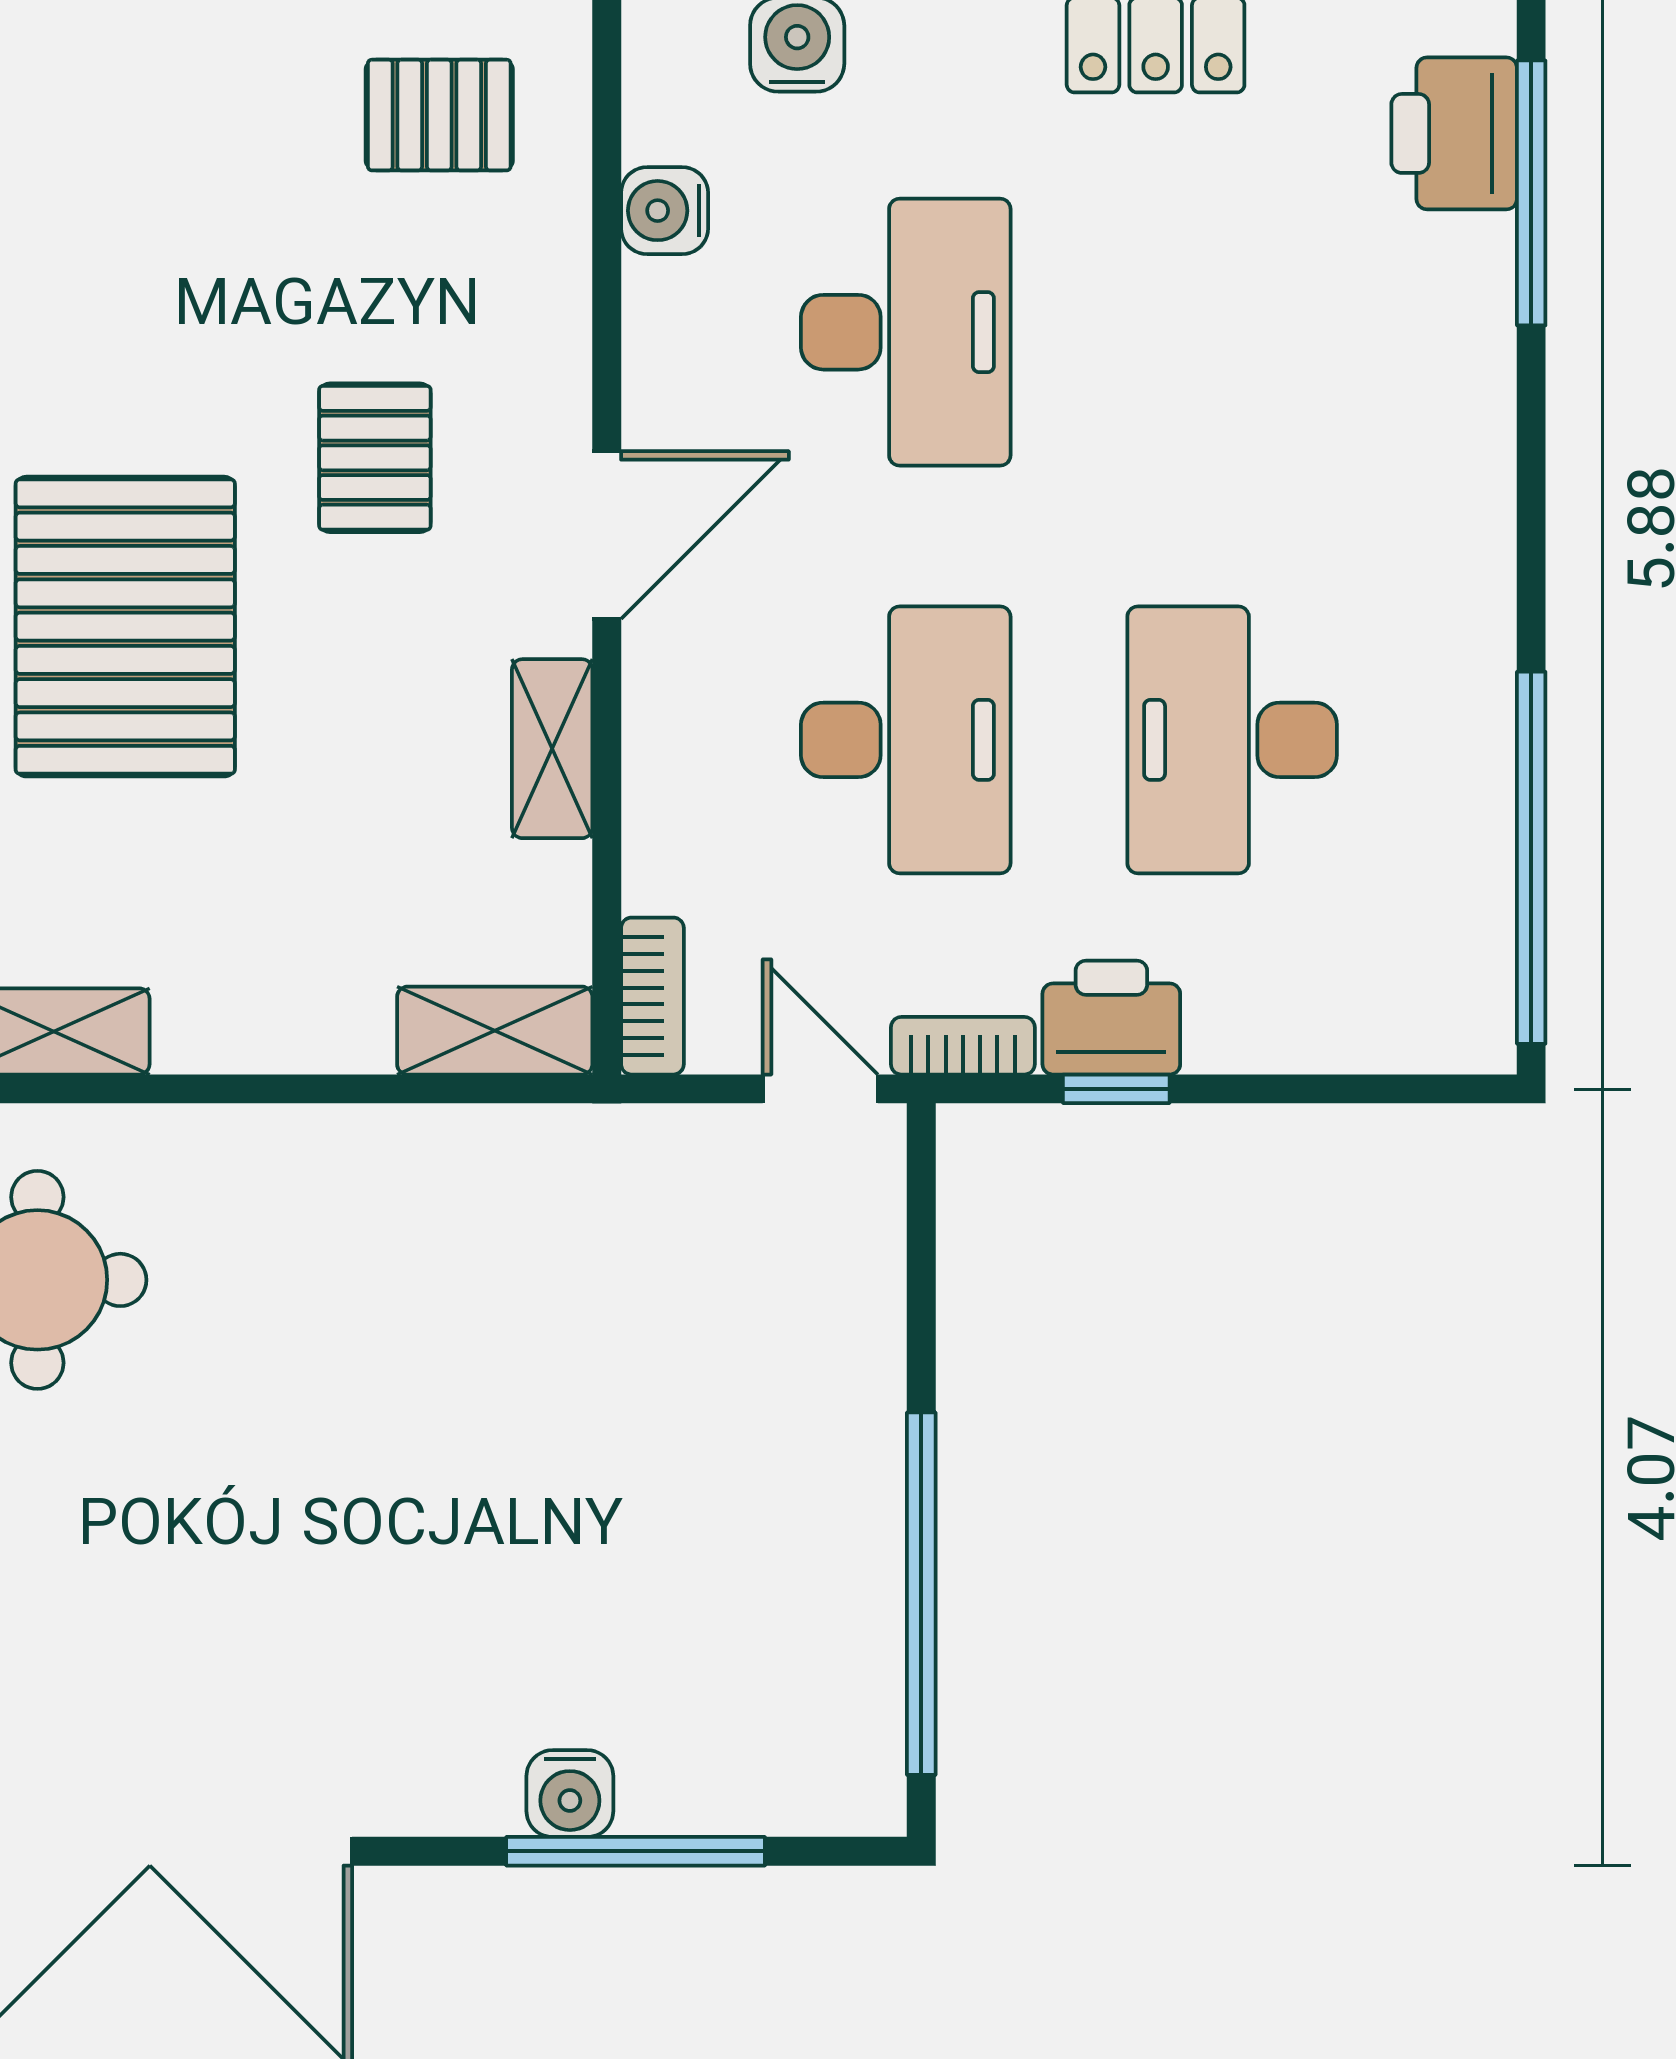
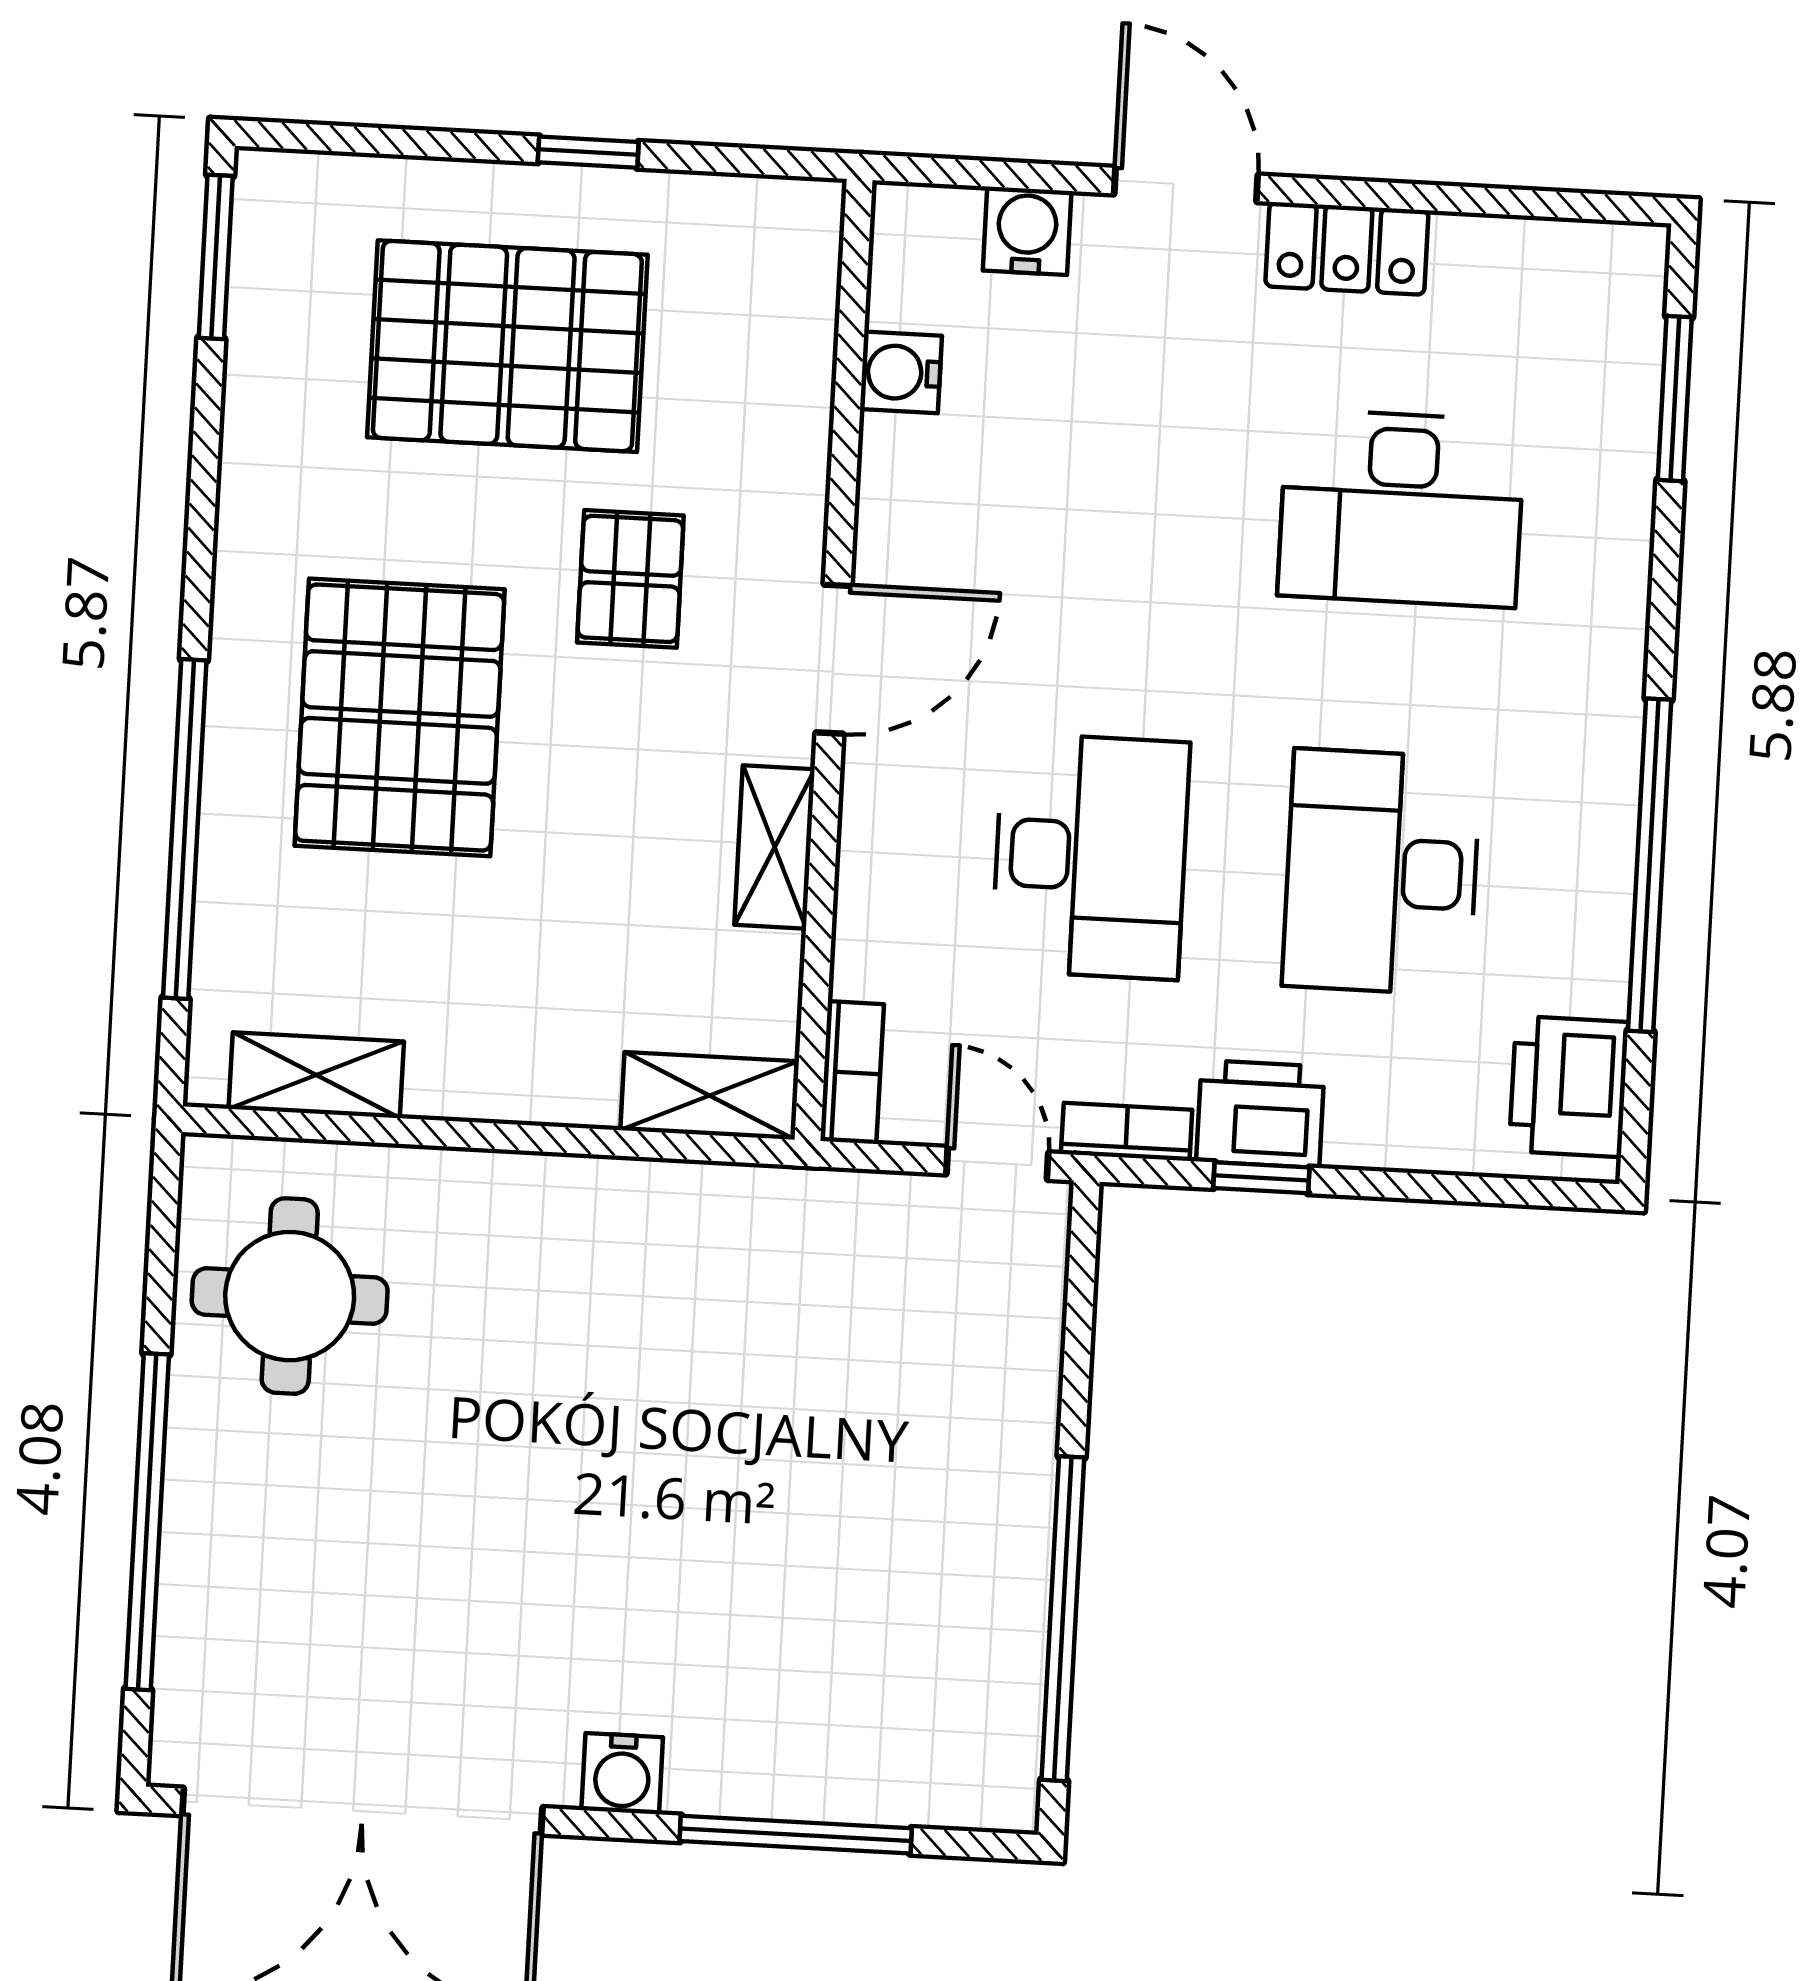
pallet: (439, 115) -> (507, 346), moved, width x2.05, depth x2.00
printer: (1454, 133) -> (1569, 1087), moved
window: (1531, 193) -> (1675, 399), width x0.69
desk: (906, 332) -> (1401, 508), moved, turned 90
window: (1531, 858) -> (1650, 865), moved
water cooler: (570, 1794) -> (622, 1774), moved

